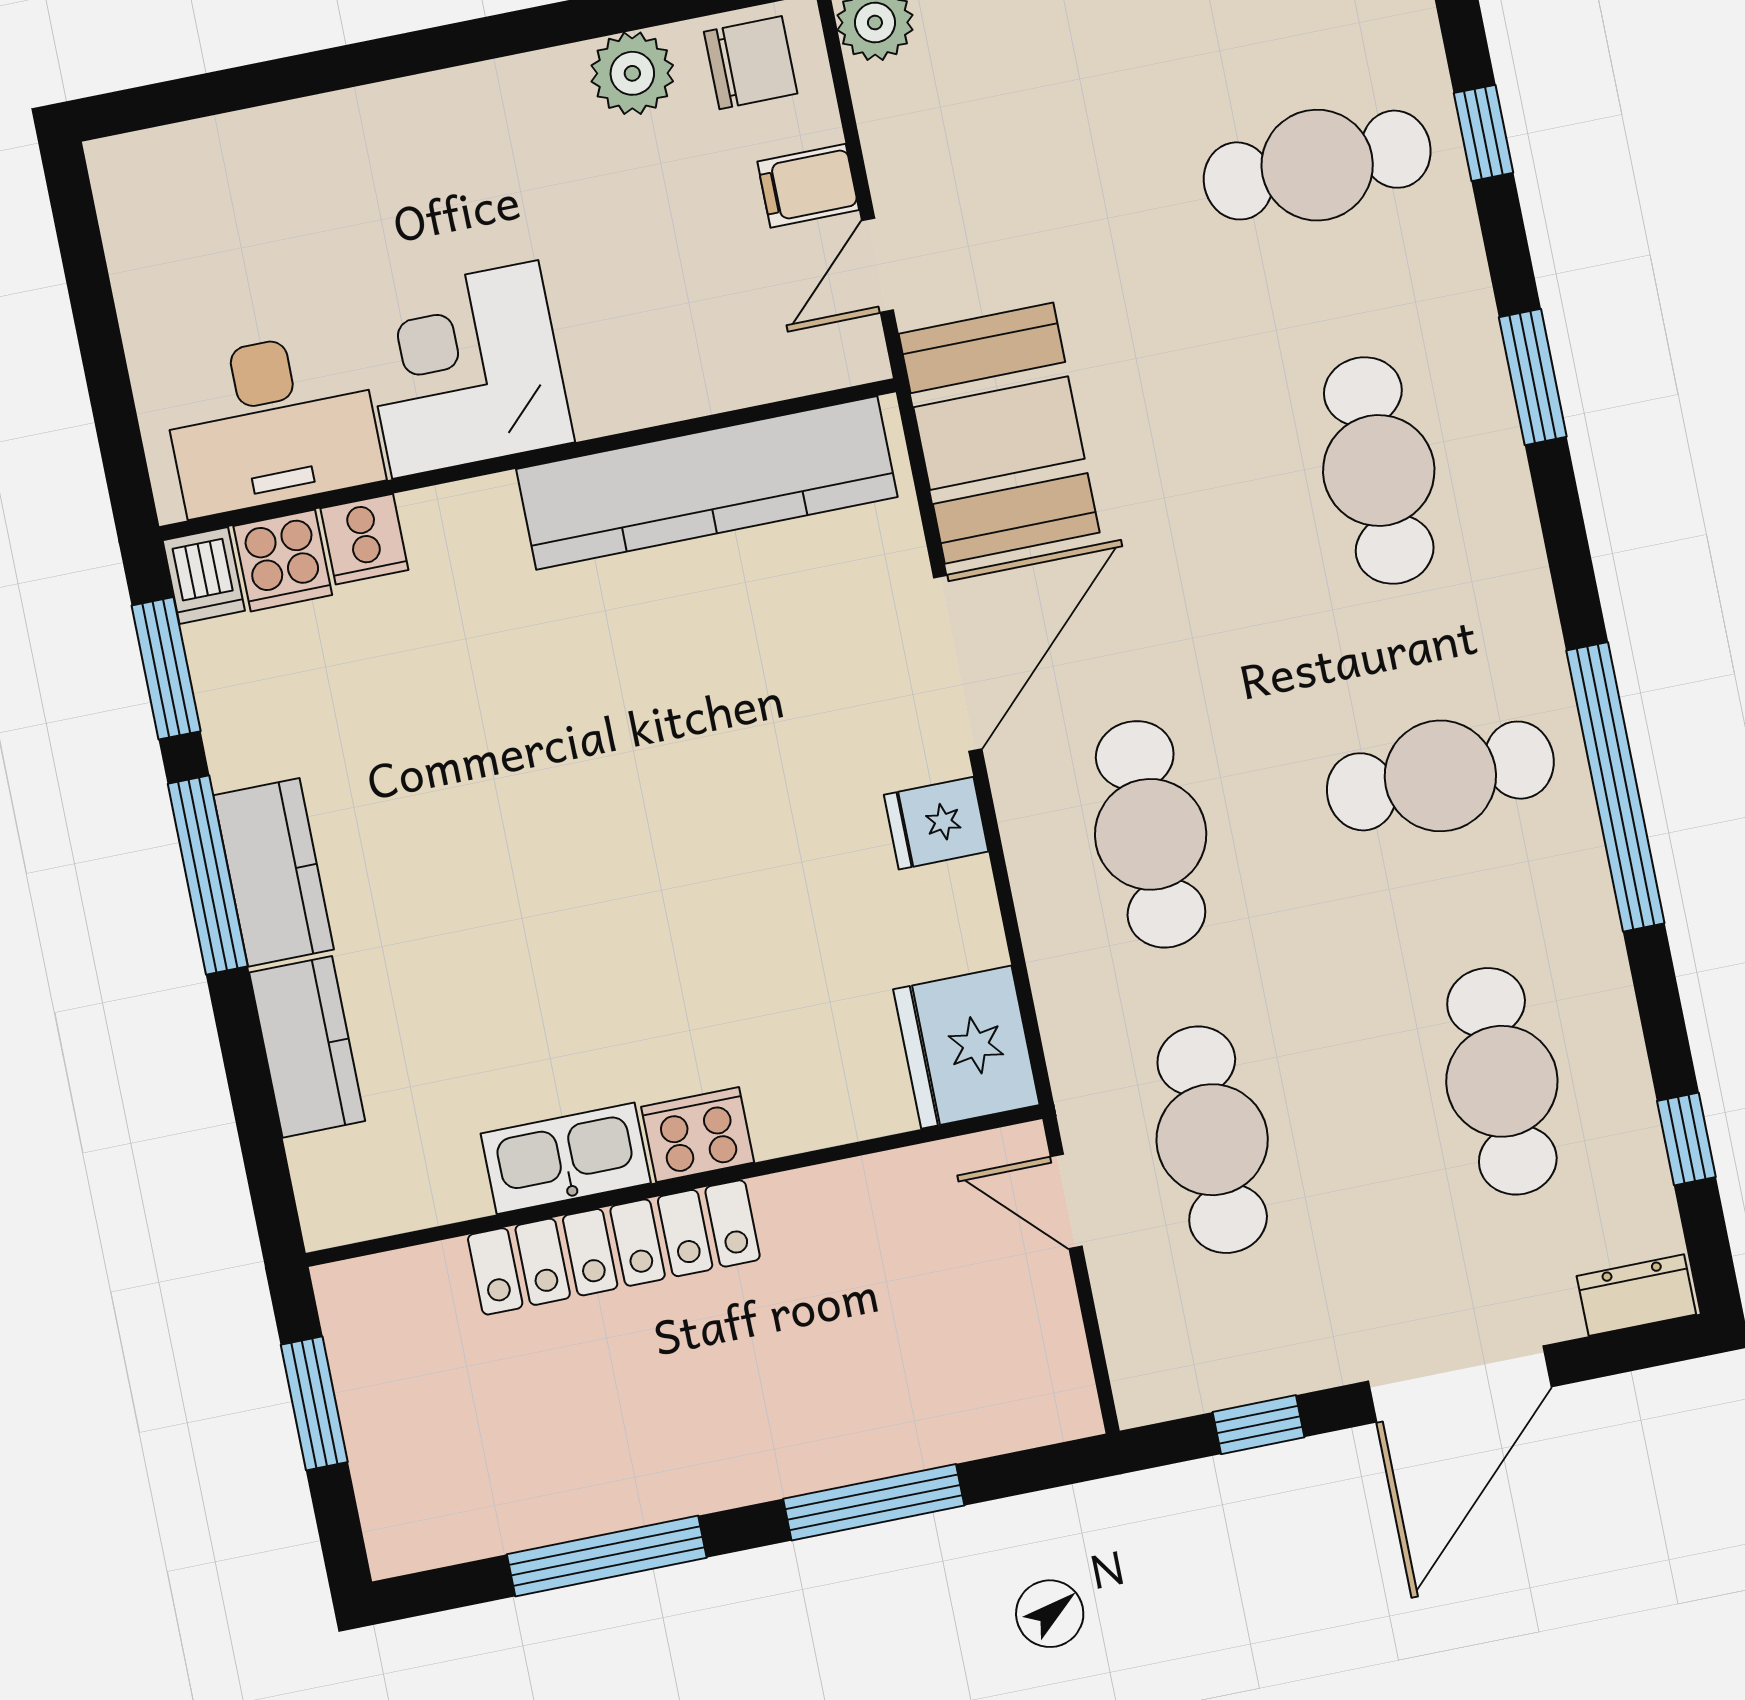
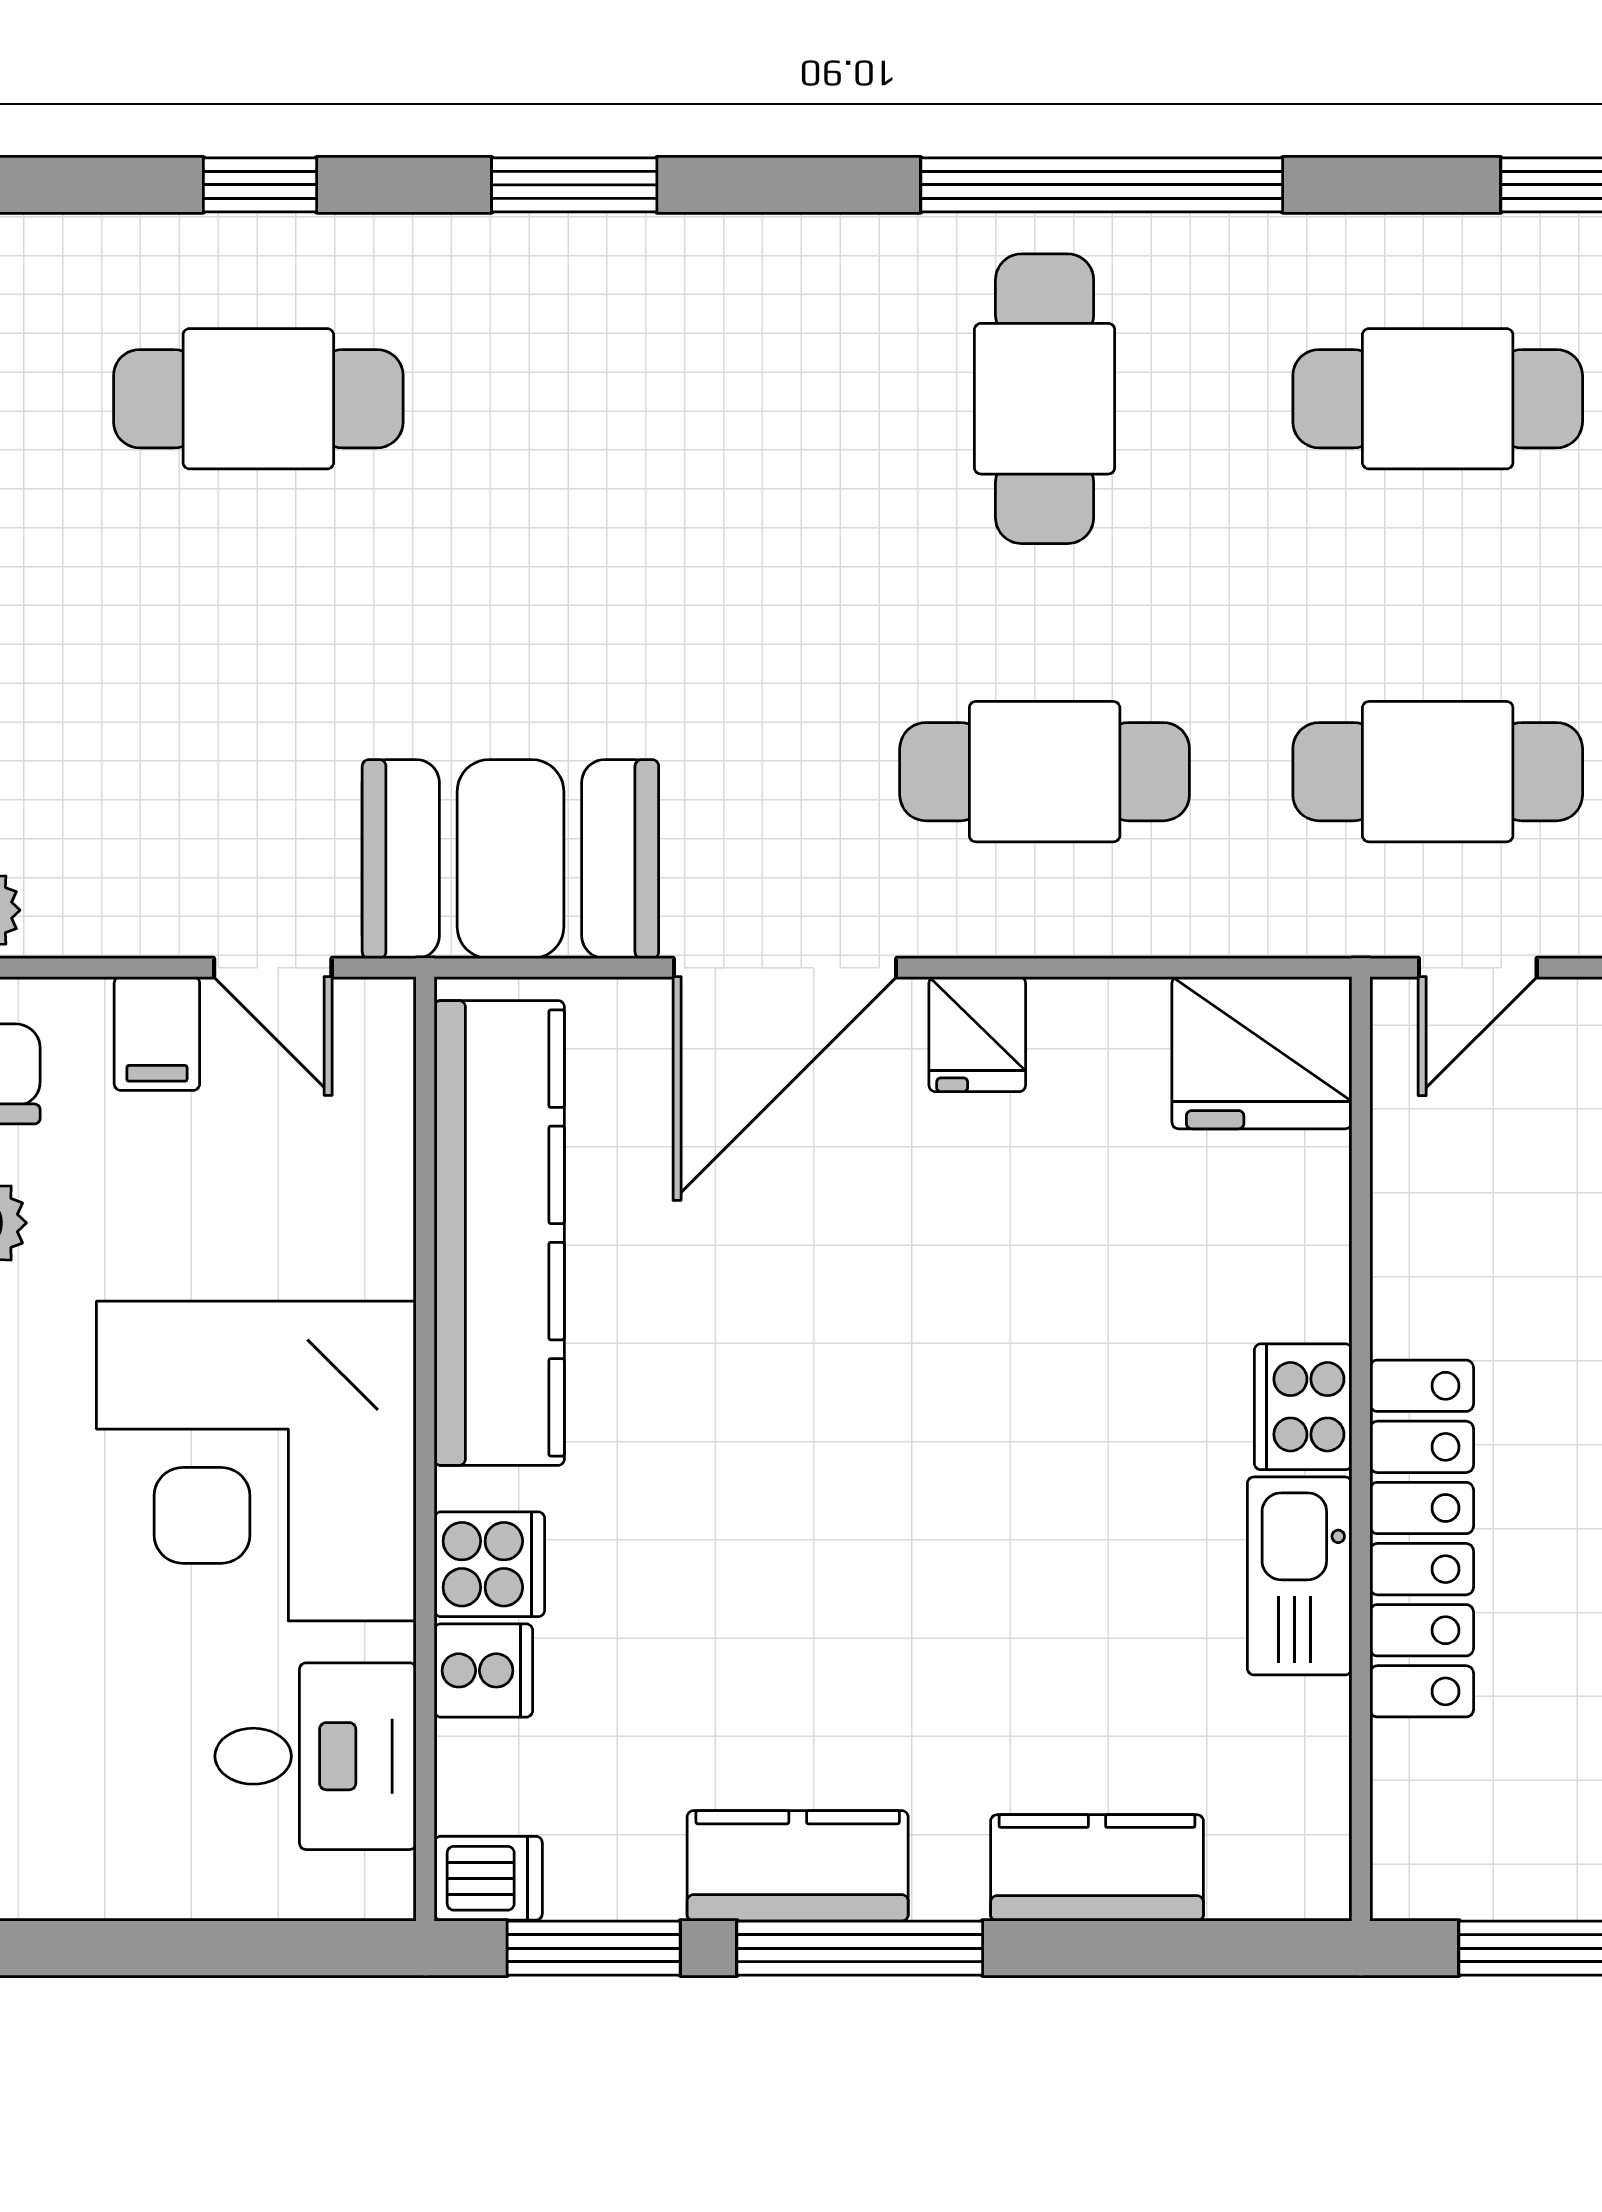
cafe table: (1317, 165) -> (258, 399), turned 90
corner desk: (465, 369) -> (256, 1461), width x1.36, depth x1.36
desk: (272, 422) -> (316, 1756), width x0.73
cafe table: (1379, 471) -> (651, 399), removed
cooker: (283, 560) -> (489, 1564), moved
door: (958, 663) -> (785, 968), swing flipped
kitchen counter: (274, 872) -> (798, 1866), moved

